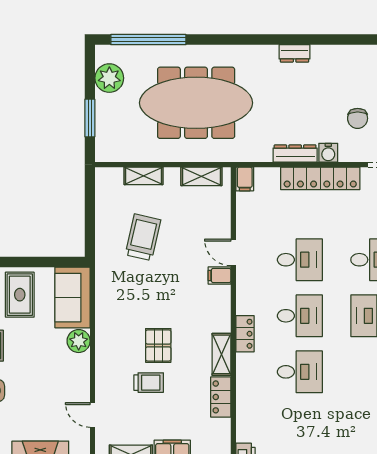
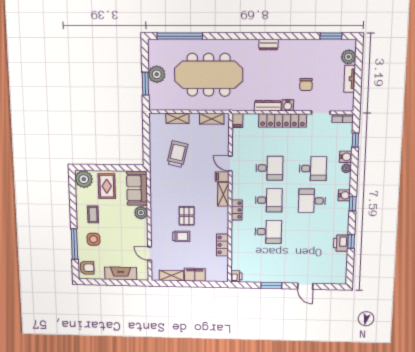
plant: (109, 78) -> (157, 74), moved
shelving: (222, 354) -> (223, 194), moved

